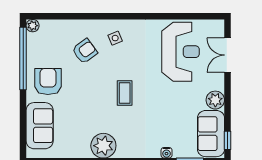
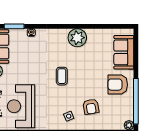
armchair: (85, 51) -> (91, 107), turned -64
armchair: (48, 81) -> (118, 85), turned 90

